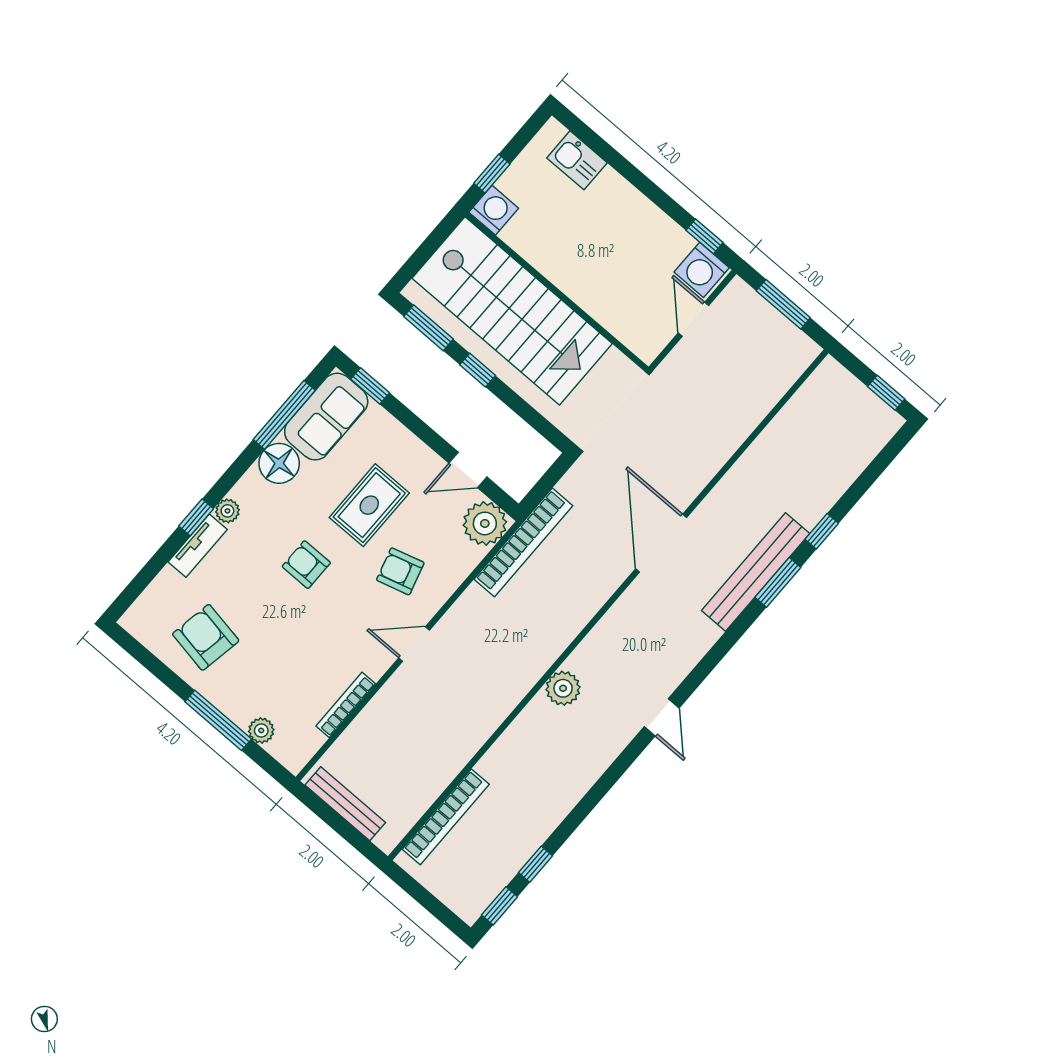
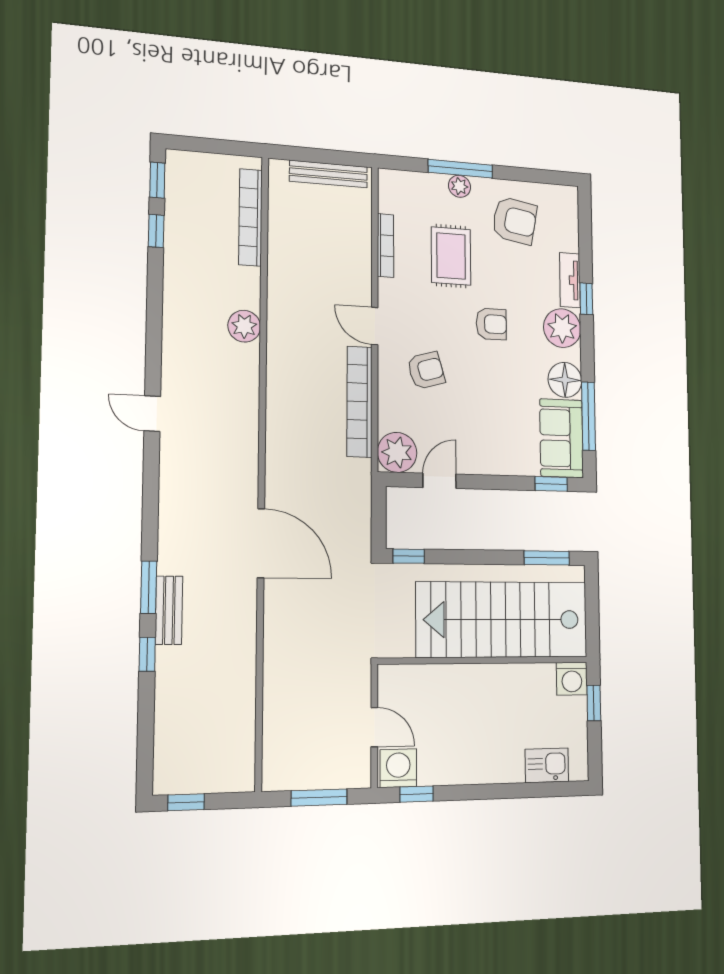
window: (478, 370) -> (409, 556), moved
rug: (369, 505) -> (451, 256), moved
plant: (227, 511) -> (562, 328), width x1.88, depth x1.88
bookcase: (523, 542) -> (360, 402), moved
bench: (756, 572) -> (169, 610), width x0.54, depth x0.82
door: (414, 644) -> (375, 326), swing flipped
plant: (563, 688) -> (244, 326), moved
plant: (261, 730) -> (459, 186), moved

